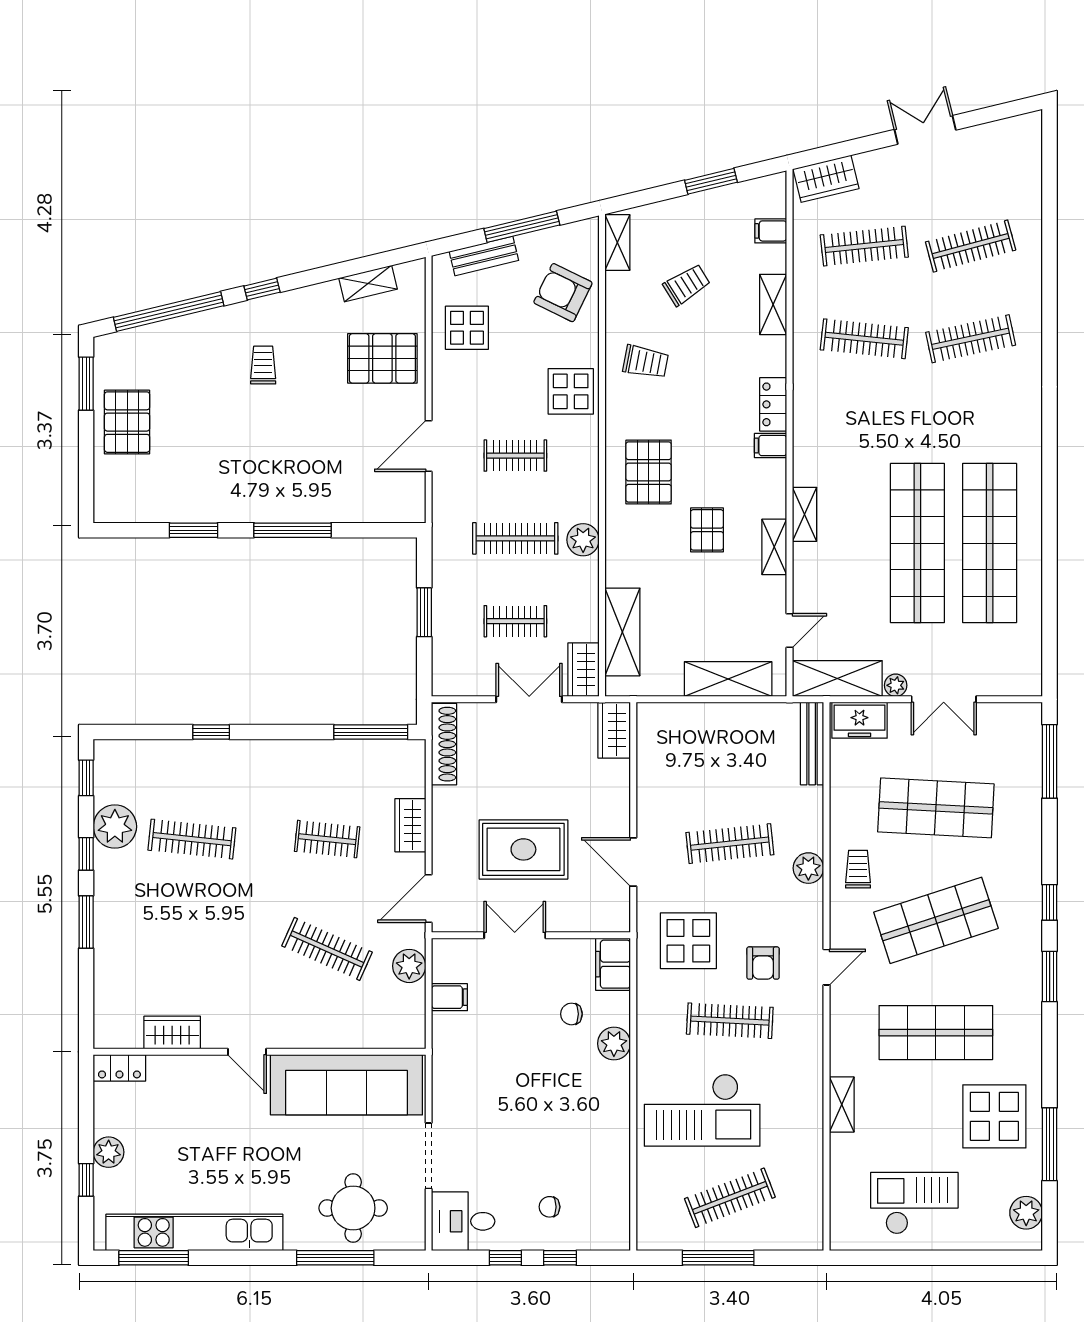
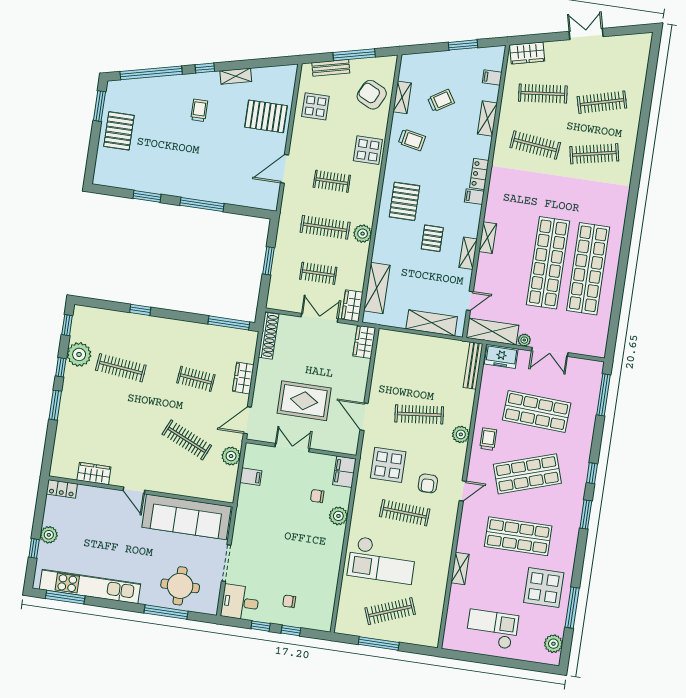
shelving: (617, 243) -> (402, 97), moved
shelving: (368, 284) -> (236, 76), moved

